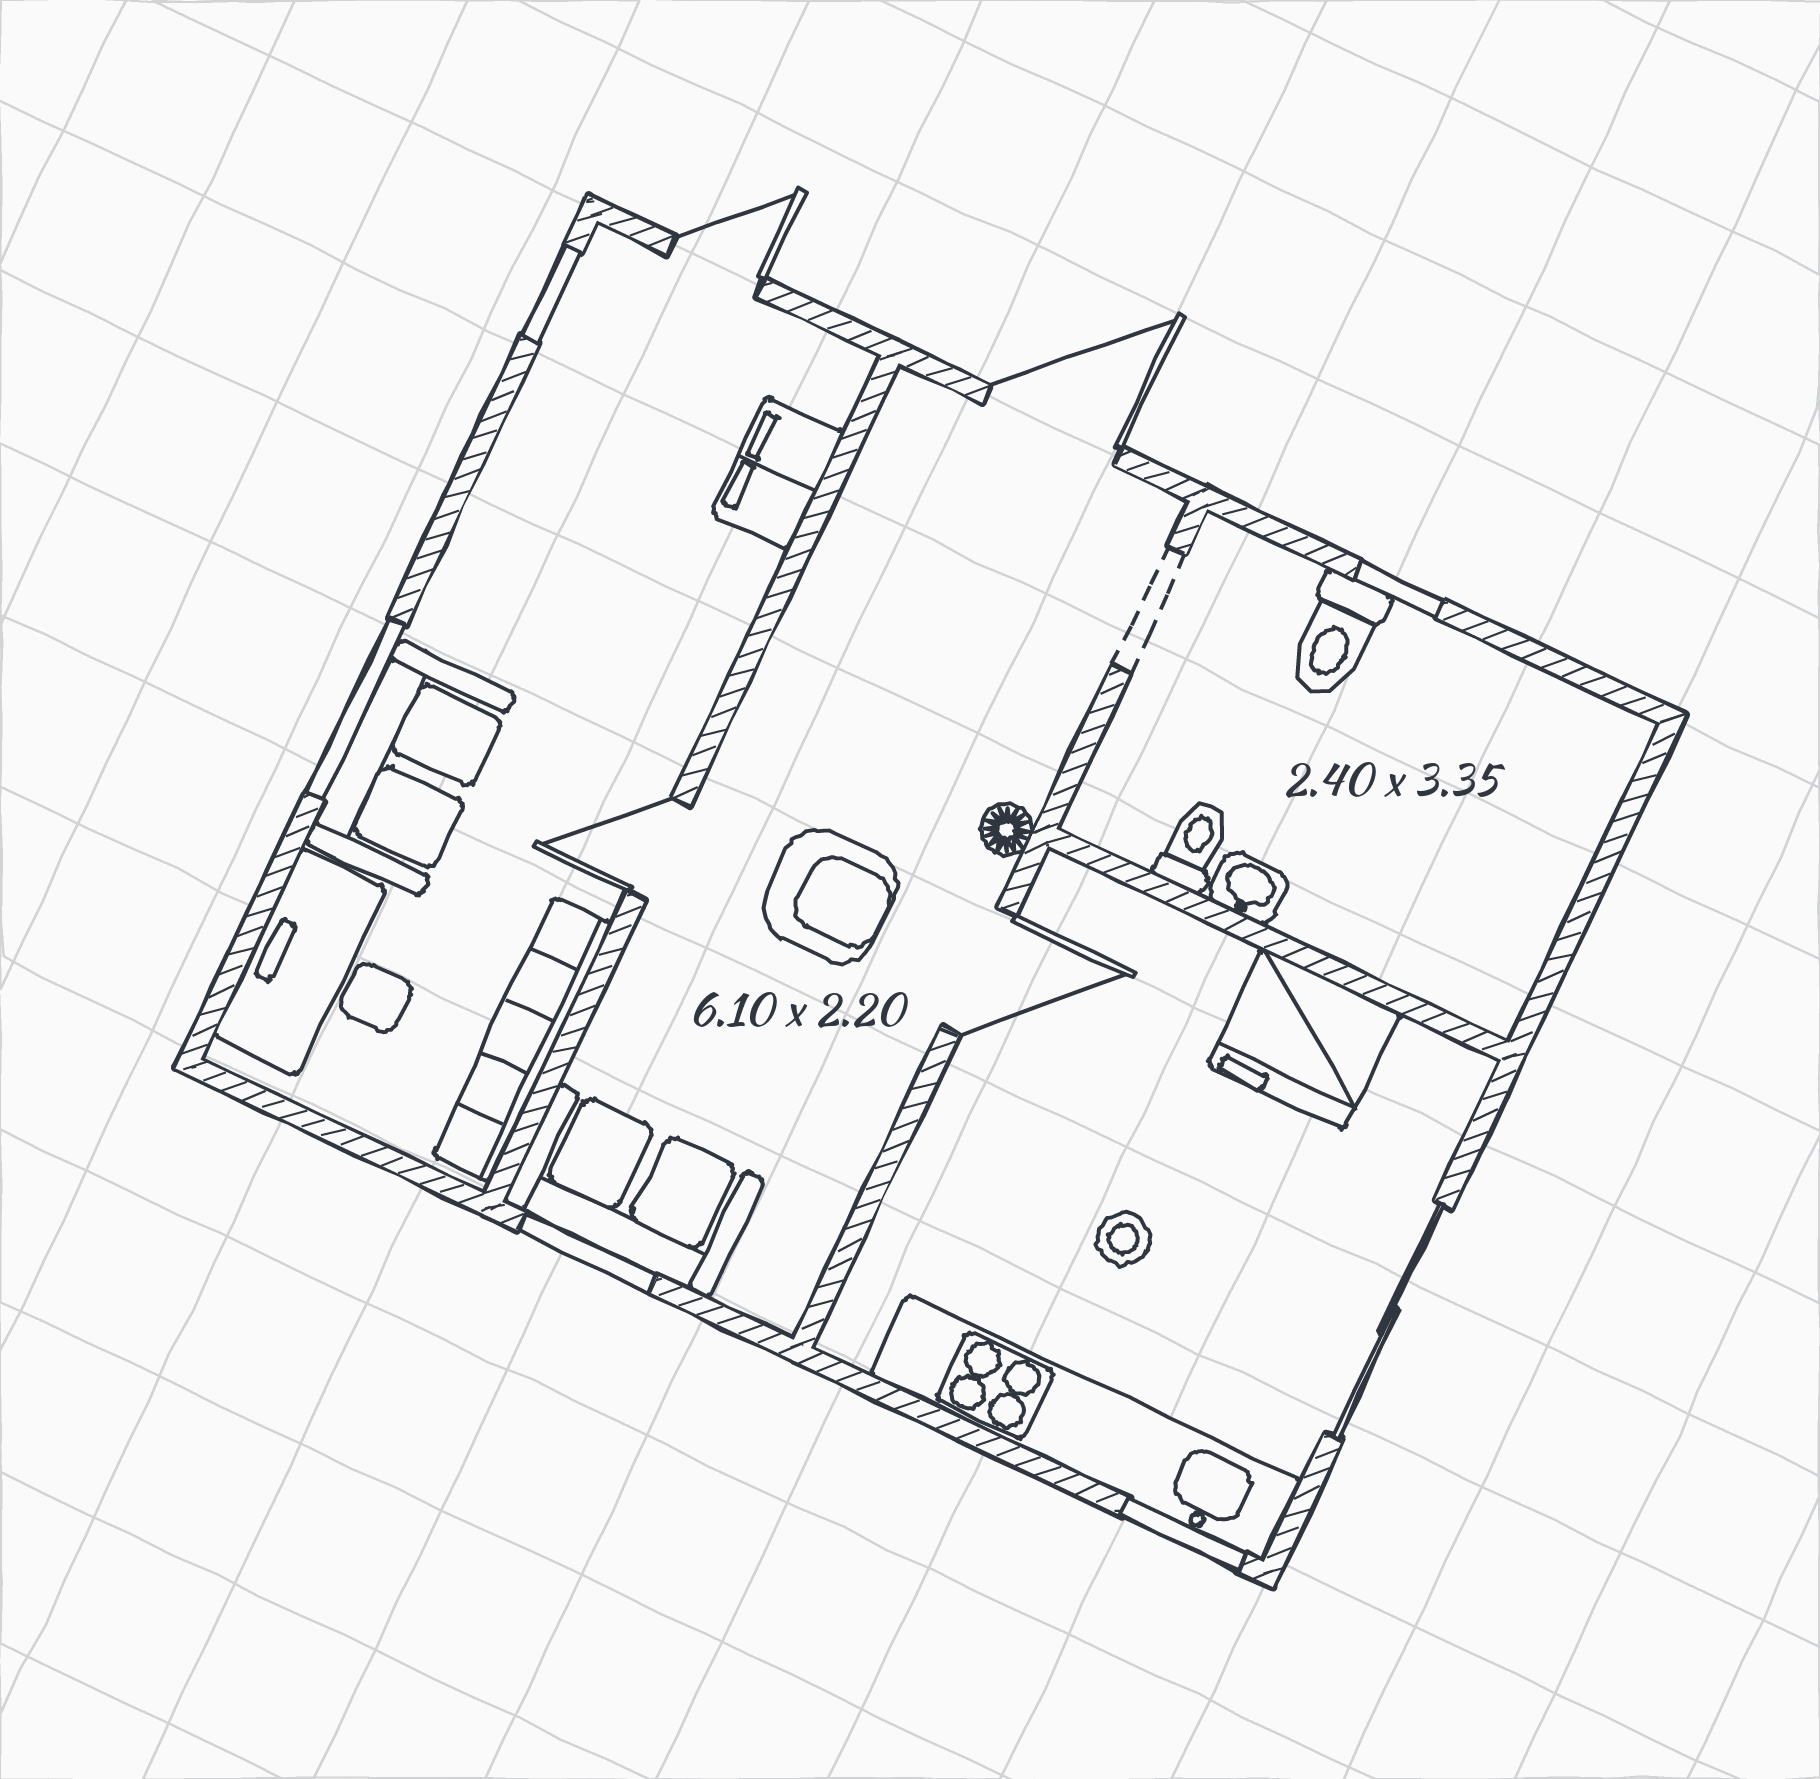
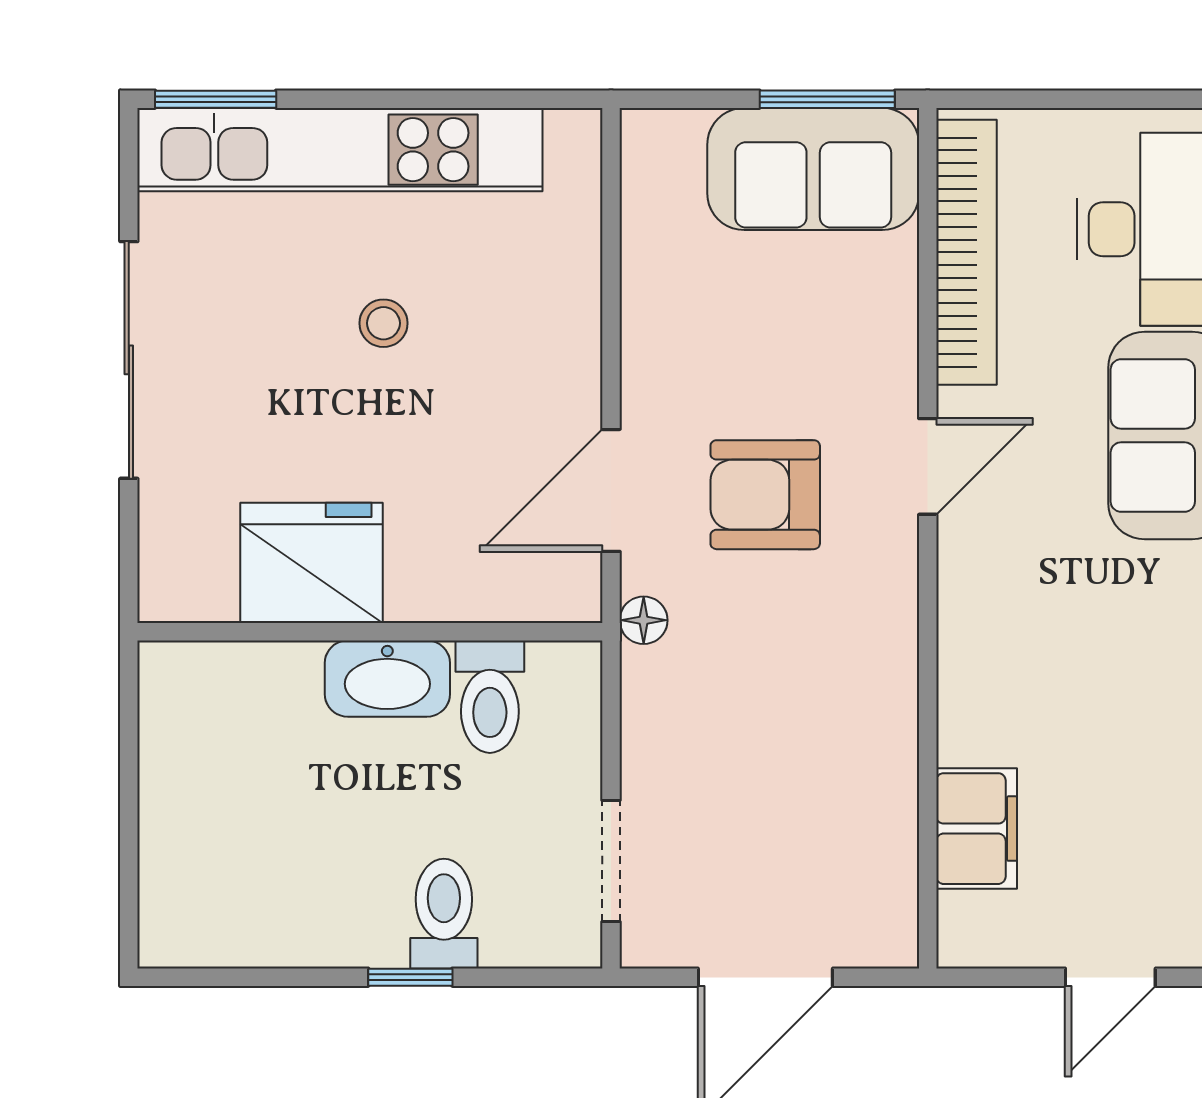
toilet: (1193, 845) -> (490, 697), width x1.37, depth x1.39
washbasin: (1249, 888) -> (387, 679), width x1.91, depth x1.45

